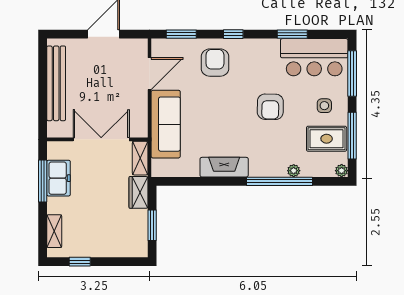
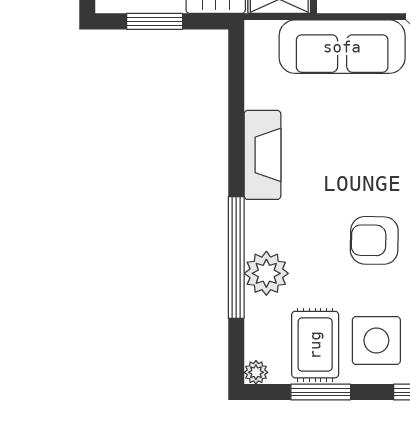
side table: (324, 106) -> (376, 341), width x1.87, depth x1.87
window: (352, 136) -> (321, 392), width x0.69
plant: (294, 171) -> (266, 273), width x1.88, depth x1.88

